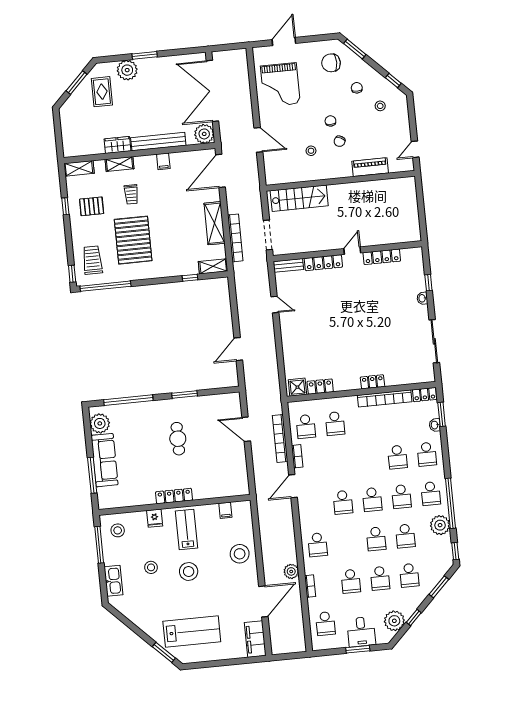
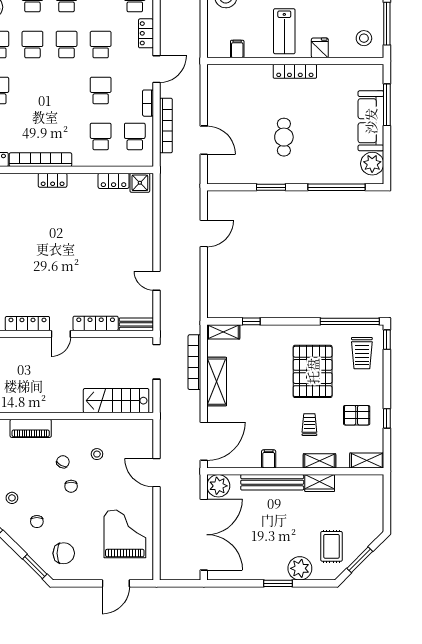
school desk: (397, 457) -> (101, 90), moved
locker: (305, 516) -> (146, 33), added

